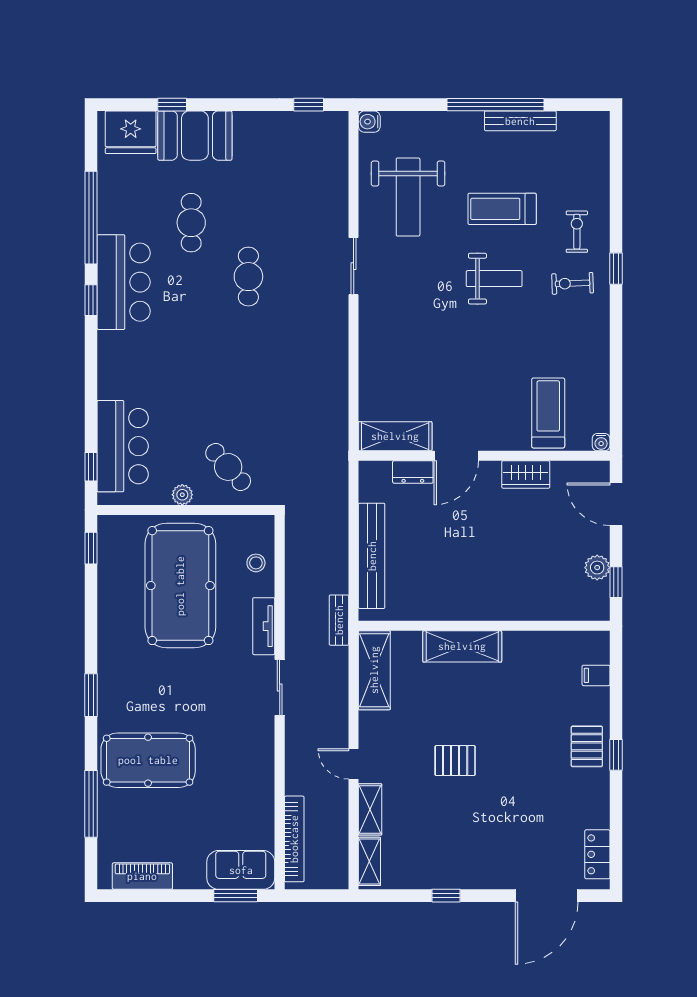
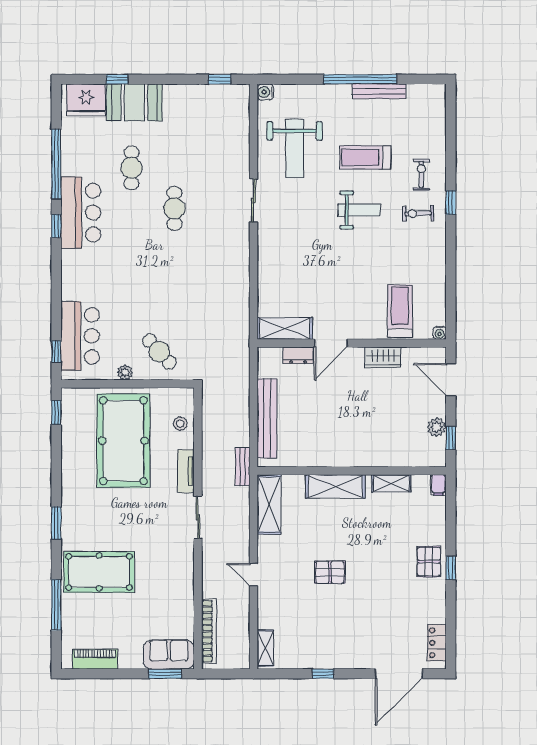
filing cabinet: (596, 675) -> (438, 485), moved, turned -90
shelving: (370, 809) -> (391, 483), moved, turned 90

